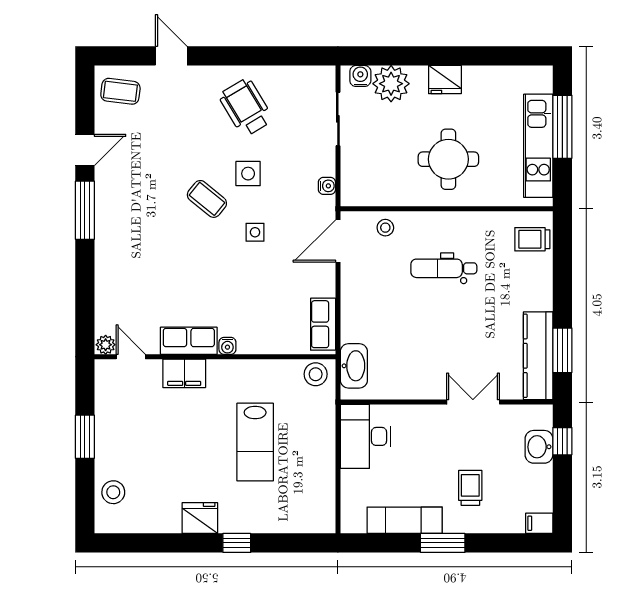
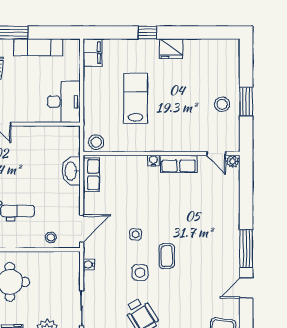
coffee table: (207, 199) -> (167, 256), turned 51
washbasin: (354, 366) -> (71, 171), moved
filing cabinet: (184, 373) -> (92, 53), moved, turned 90
stool: (113, 492) -> (222, 104), moved

